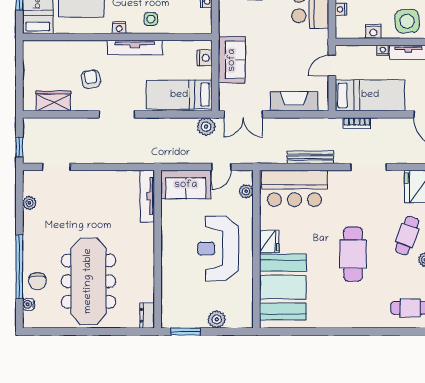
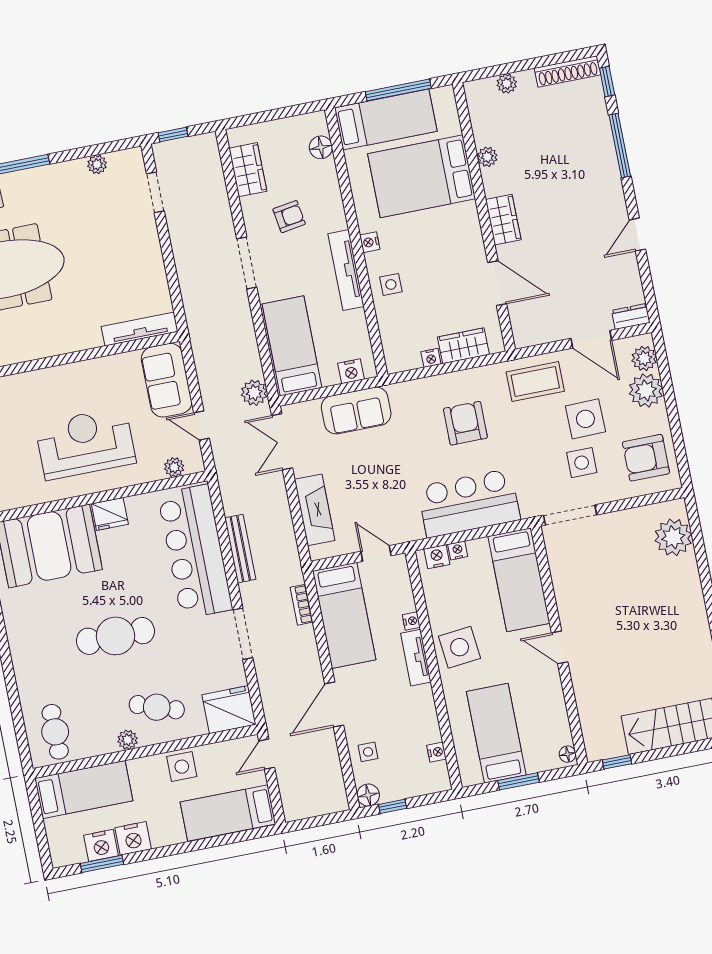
nightstand: (373, 31) -> (437, 557), moved, turned 90
floor lamp: (48, 48) -> (321, 147), added
bar counter: (294, 188) -> (195, 552), width x1.36

